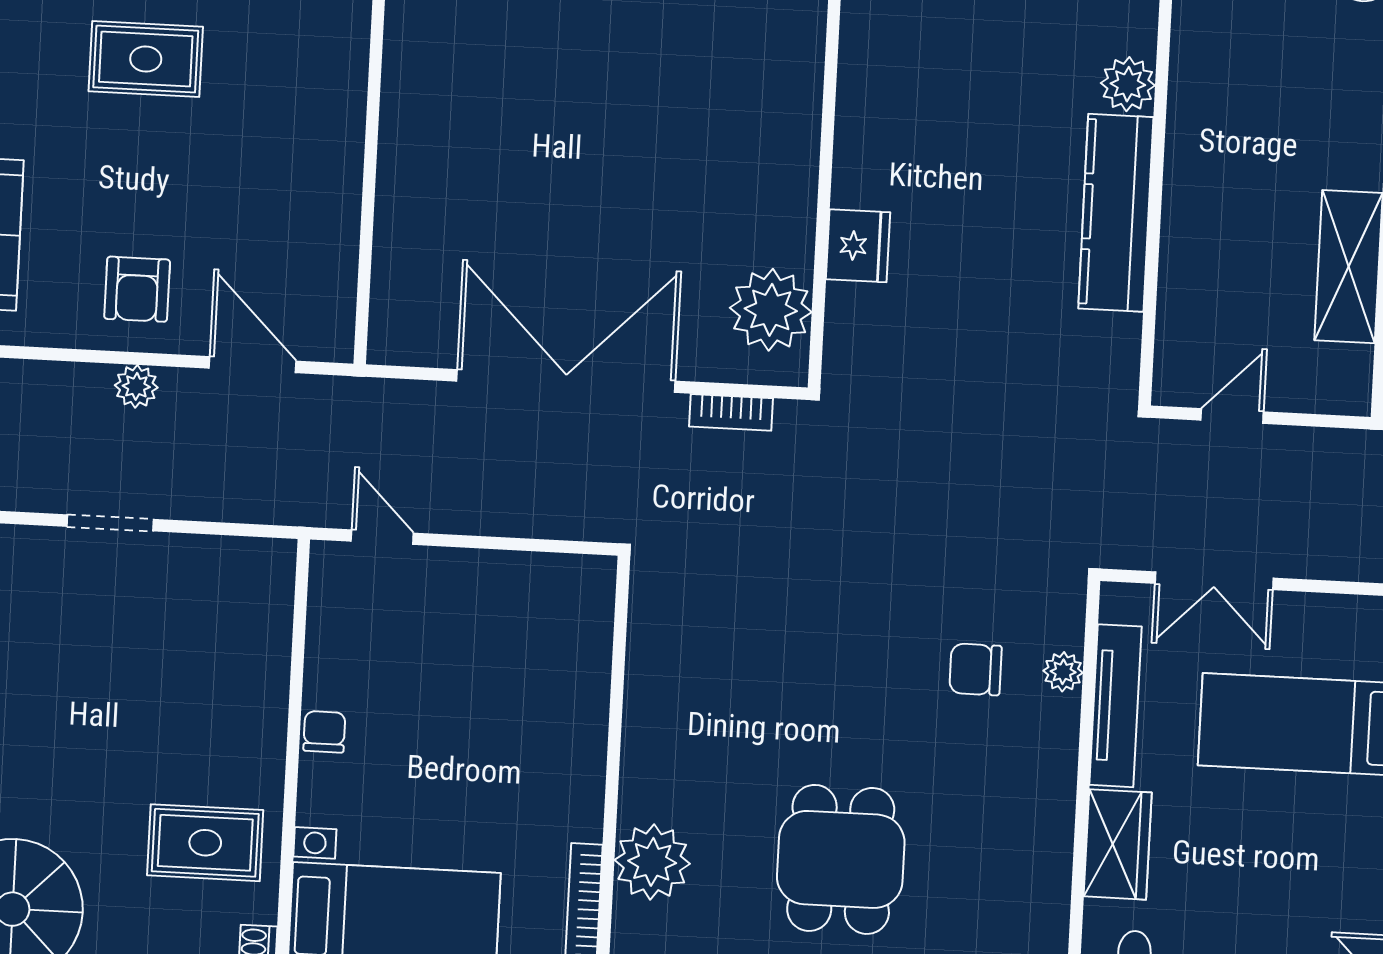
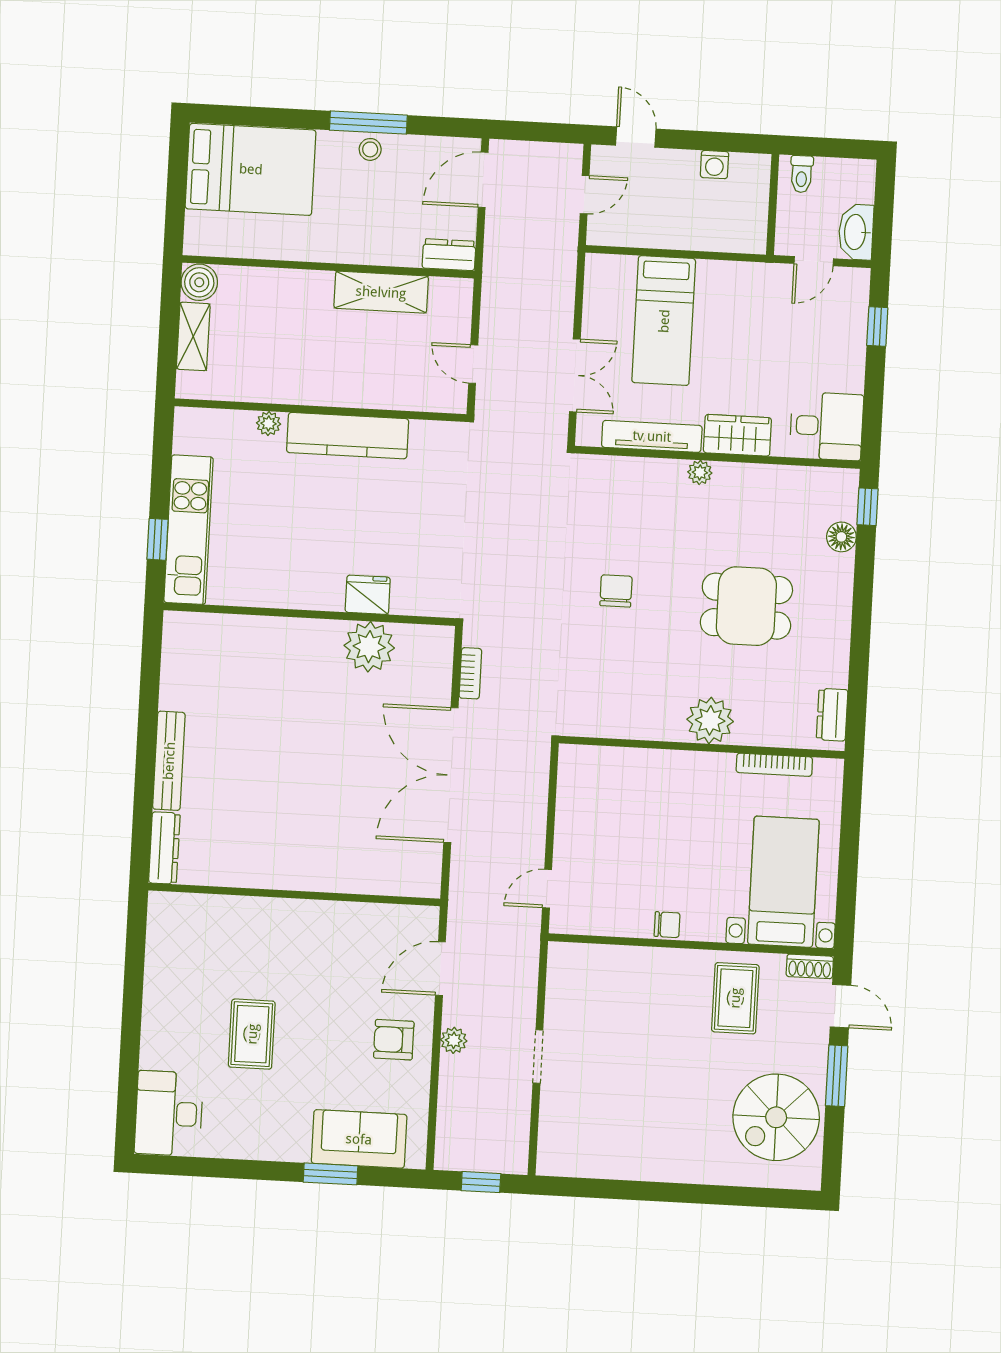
plant: (1128, 84) -> (269, 423), width x0.73, depth x0.73
armchair: (137, 289) -> (394, 1040), turned 180
plant: (771, 310) -> (369, 647), moved
chair: (976, 669) -> (616, 591), moved, turned 180
plant: (1063, 672) -> (700, 472), moved
chair: (324, 732) -> (667, 925), turned 180
plant: (652, 862) -> (710, 720), moved

